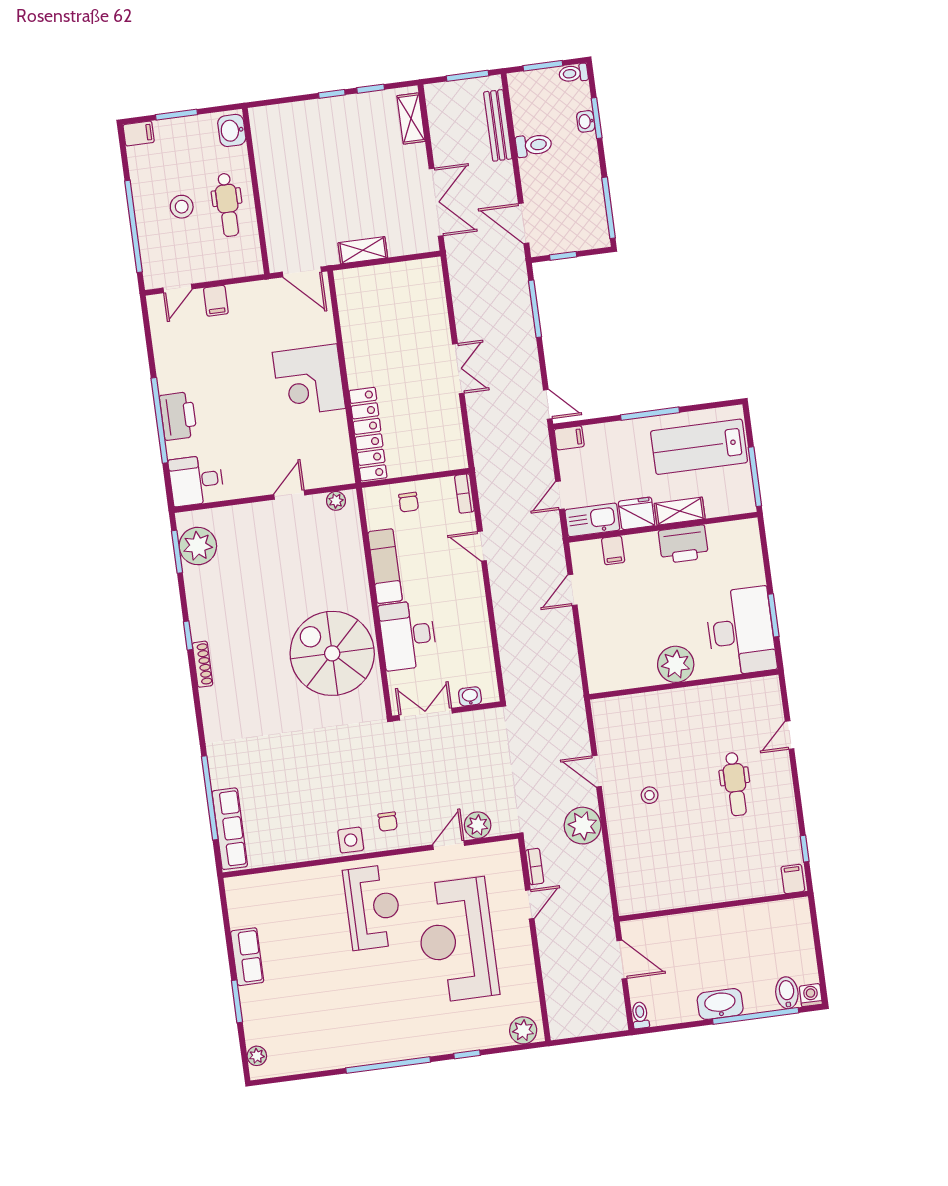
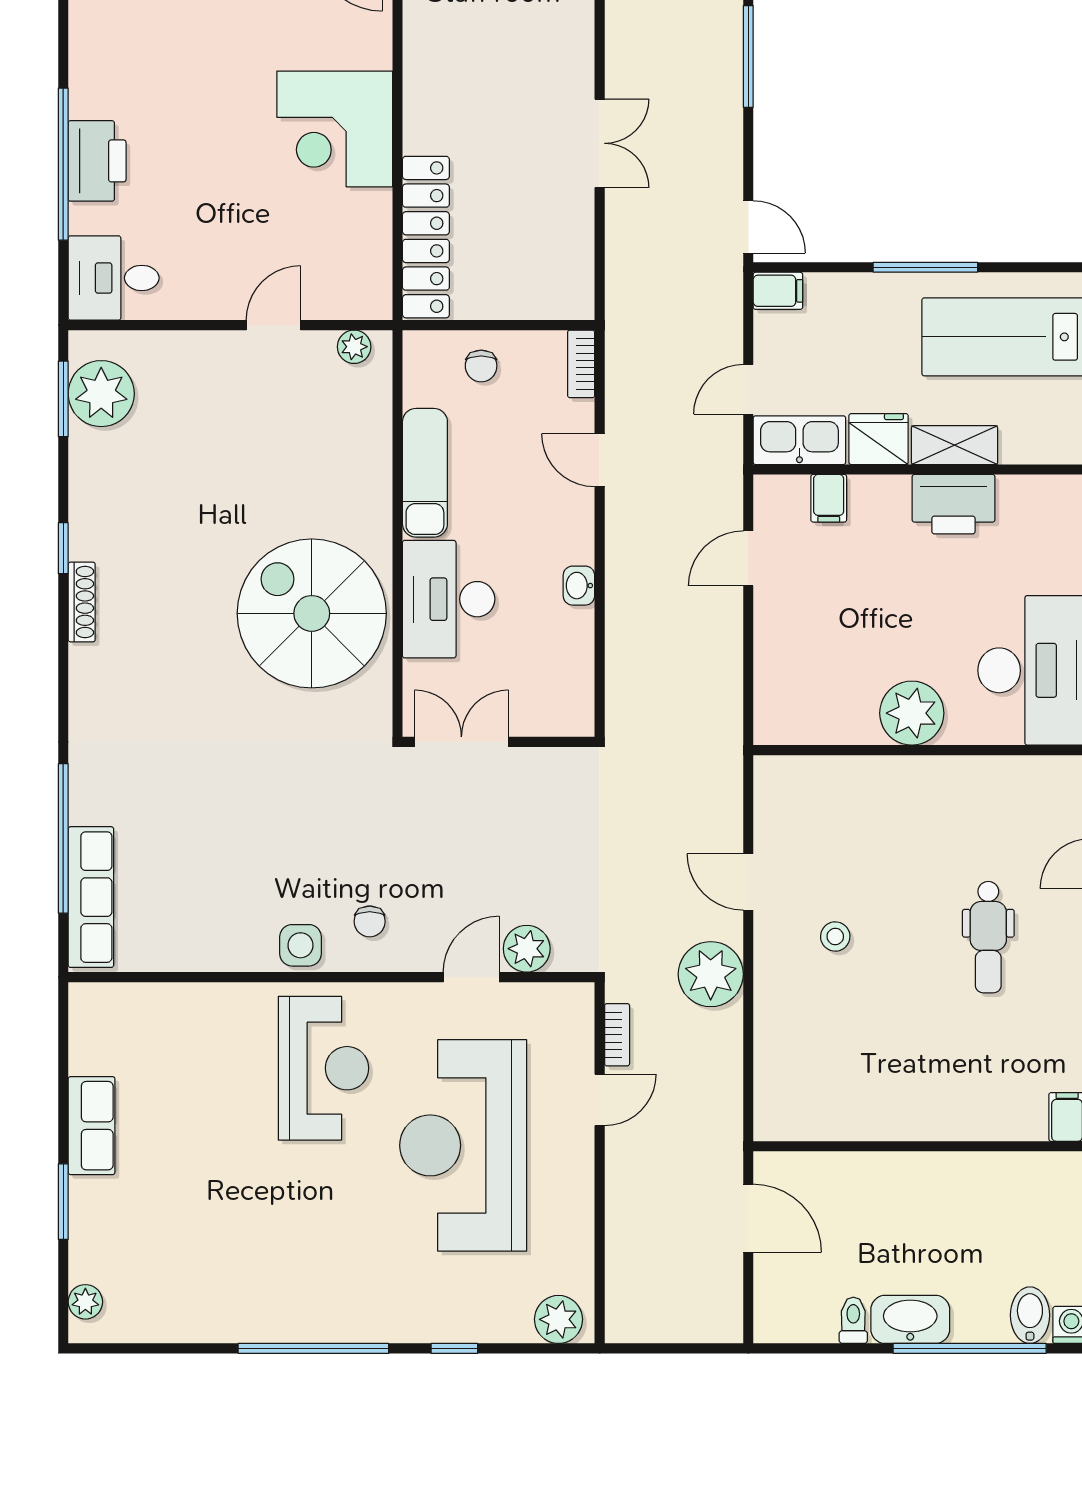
washbasin: (470, 696) -> (579, 586), moved, turned -90
toilet: (640, 1015) -> (853, 1320), moved

